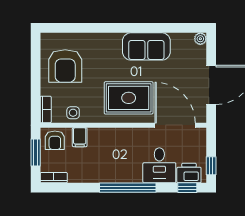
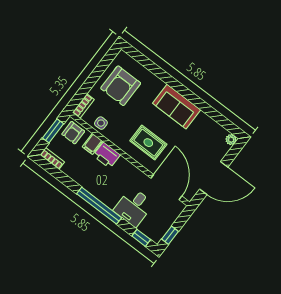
sofa: (146, 46) -> (177, 107), moved
rug: (129, 98) -> (148, 143), width x0.73, depth x0.70
printer: (189, 173) -> (107, 155), moved, turned 180

